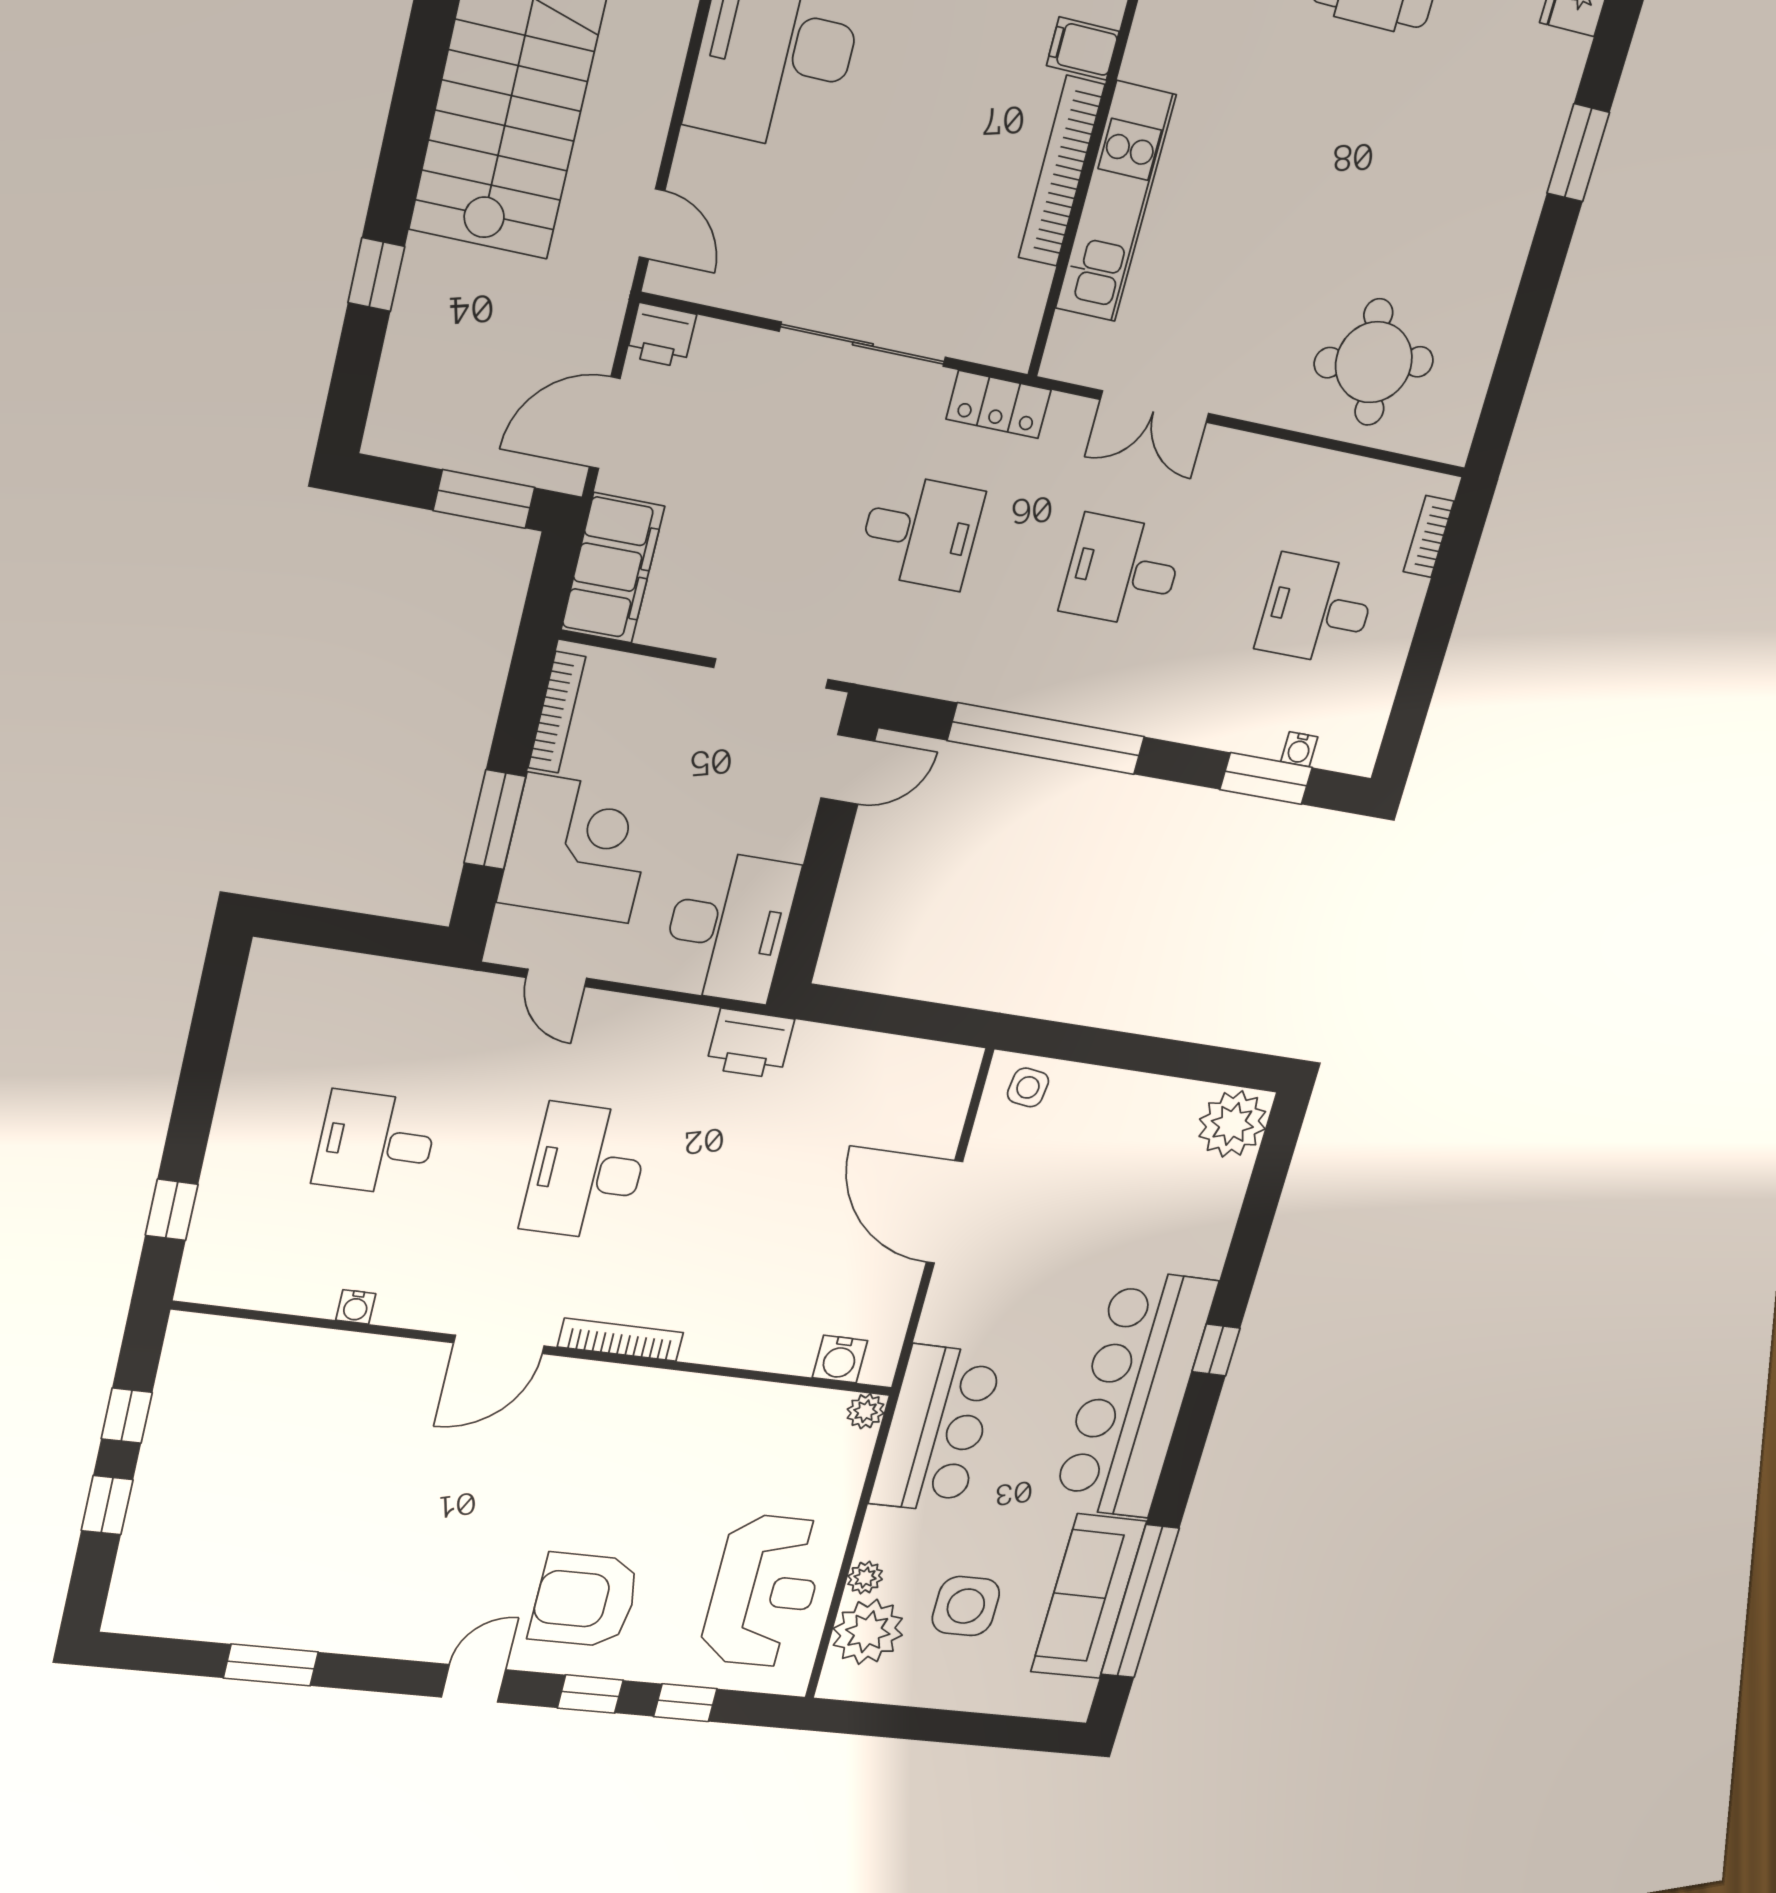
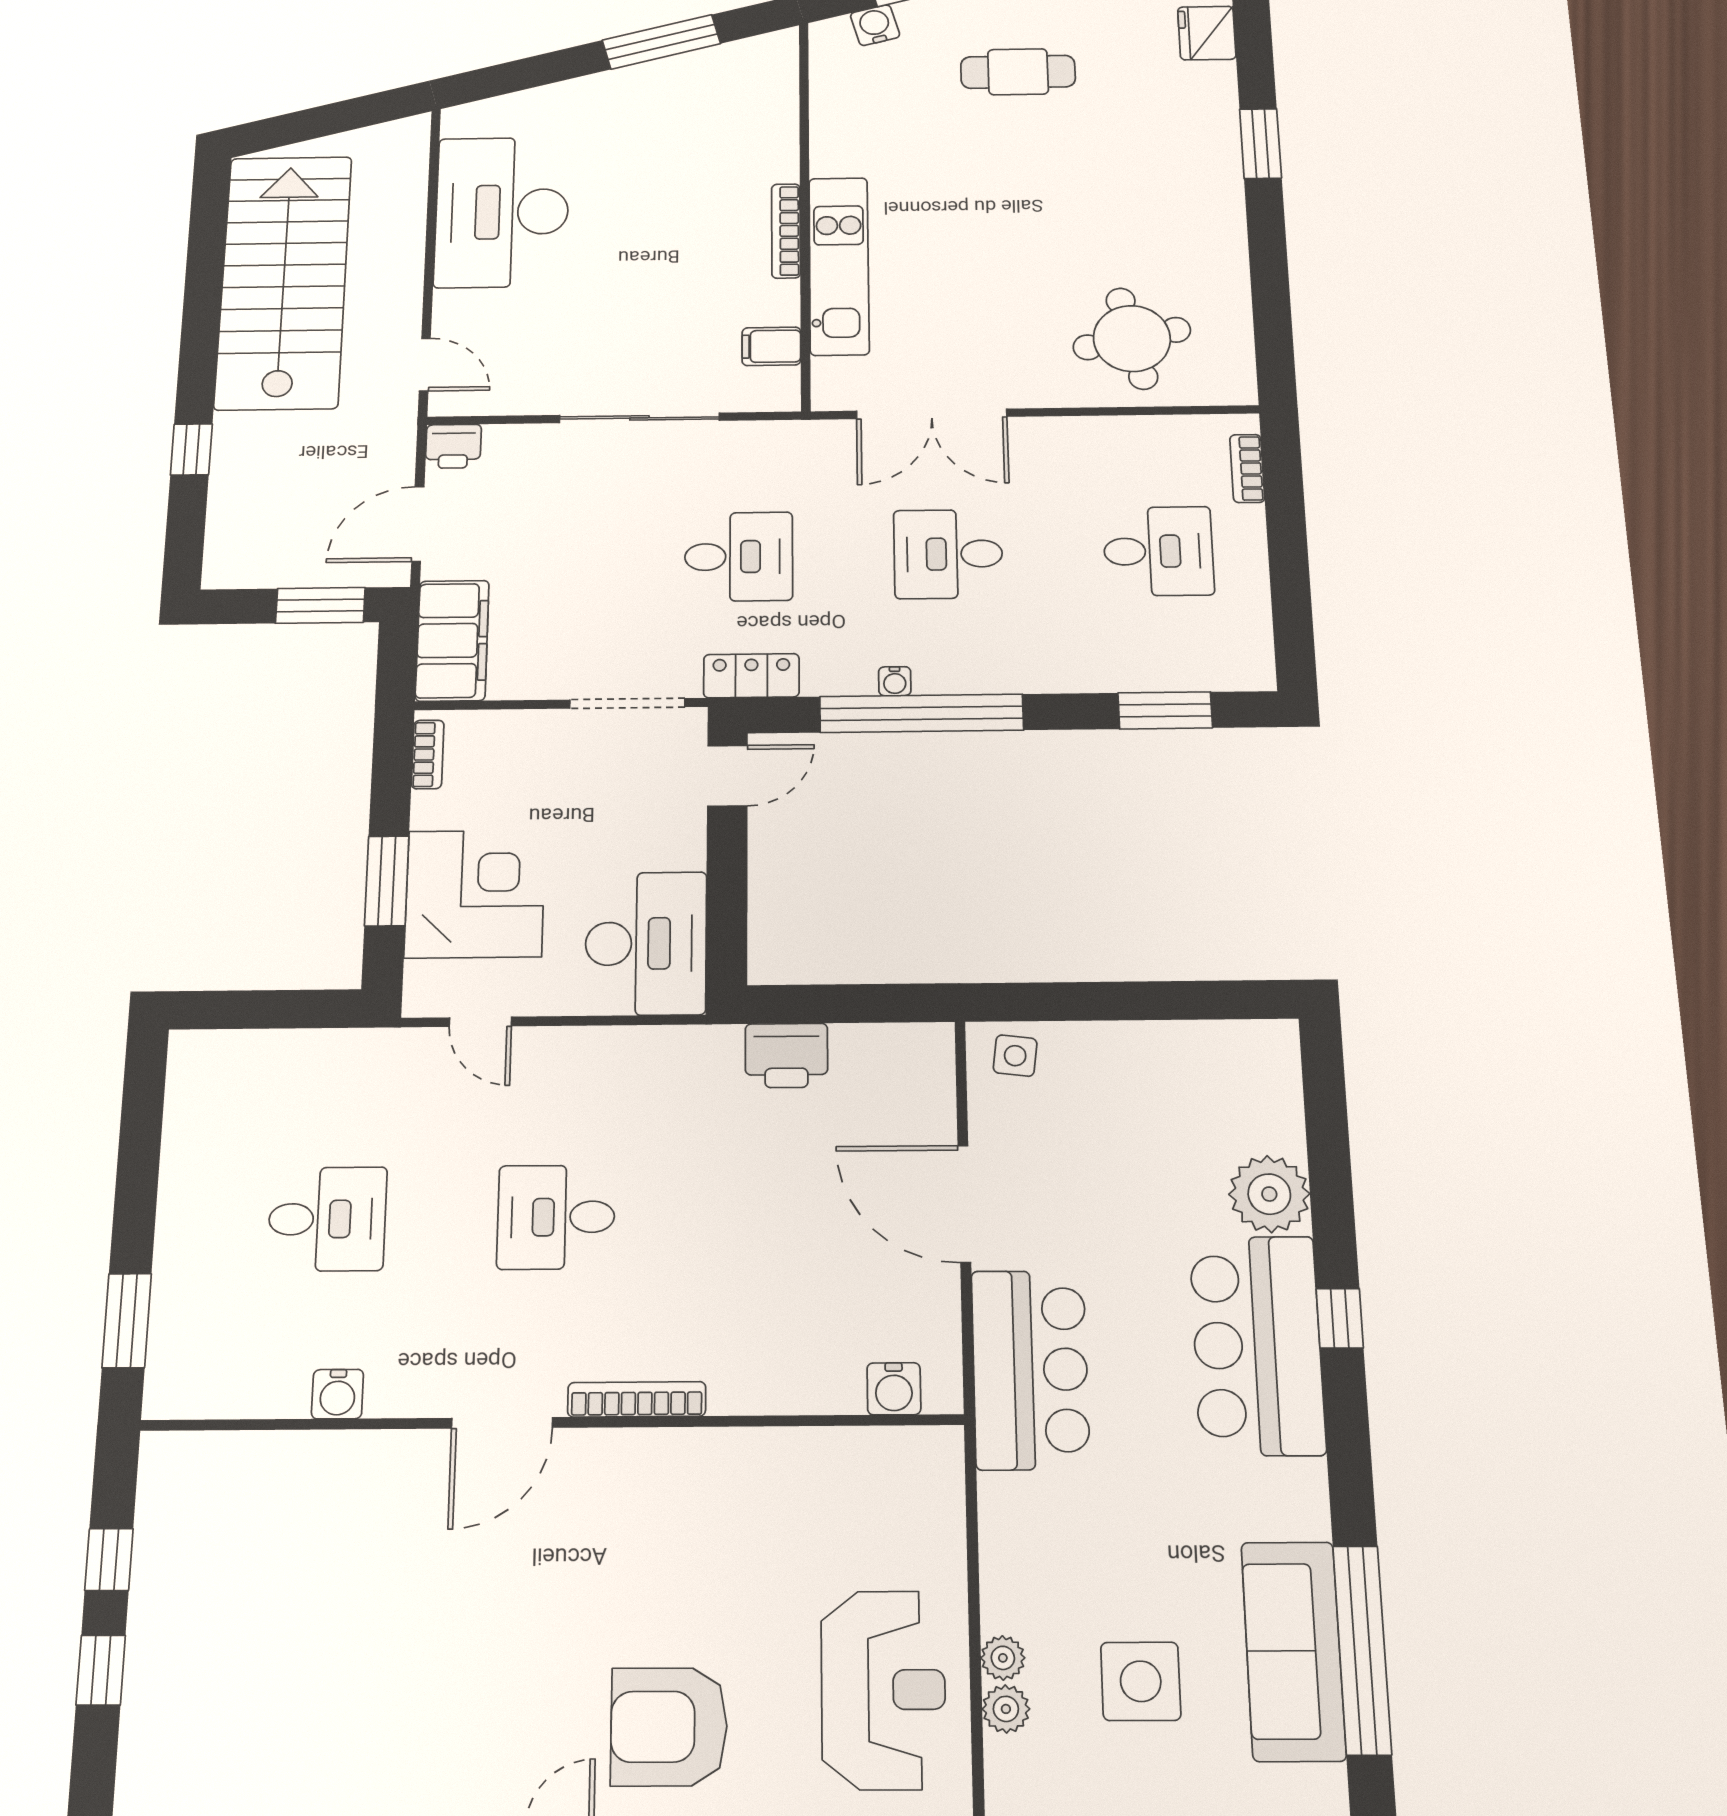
filing cabinet: (1083, 48) -> (771, 346), moved
bookcase: (1062, 171) -> (786, 231), width x0.68, depth x0.76
locker: (999, 404) -> (751, 676), moved, turned 180
double door: (1155, 407) -> (932, 414), width x1.37
desk: (1317, 610) -> (1158, 551), turned 180
bookcase: (557, 712) -> (428, 754), width x0.64
water cooler: (1299, 749) -> (895, 681), moved
printer: (750, 1044) -> (786, 1055), moved
plant: (1232, 1124) -> (1269, 1194), moved
desk: (376, 1143) -> (327, 1219), turned 180
desk: (586, 1172) -> (556, 1217), width x0.73
window: (172, 1210) -> (127, 1321), width x1.50
water cooler: (356, 1307) -> (338, 1394), width x1.38, depth x1.38
bar counter: (1134, 1394) -> (1257, 1345), width x0.73
plant: (866, 1411) -> (942, 1447), removed
bar counter: (936, 1429) -> (1030, 1369), moved
plant: (868, 1632) -> (1006, 1709), width x0.53, depth x0.53

